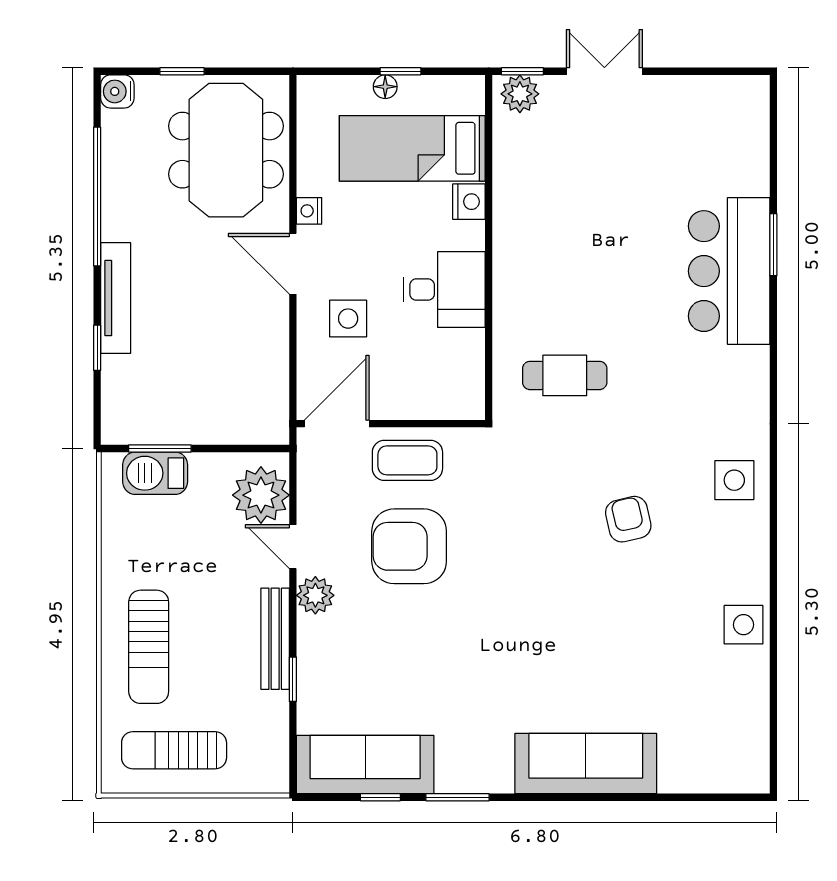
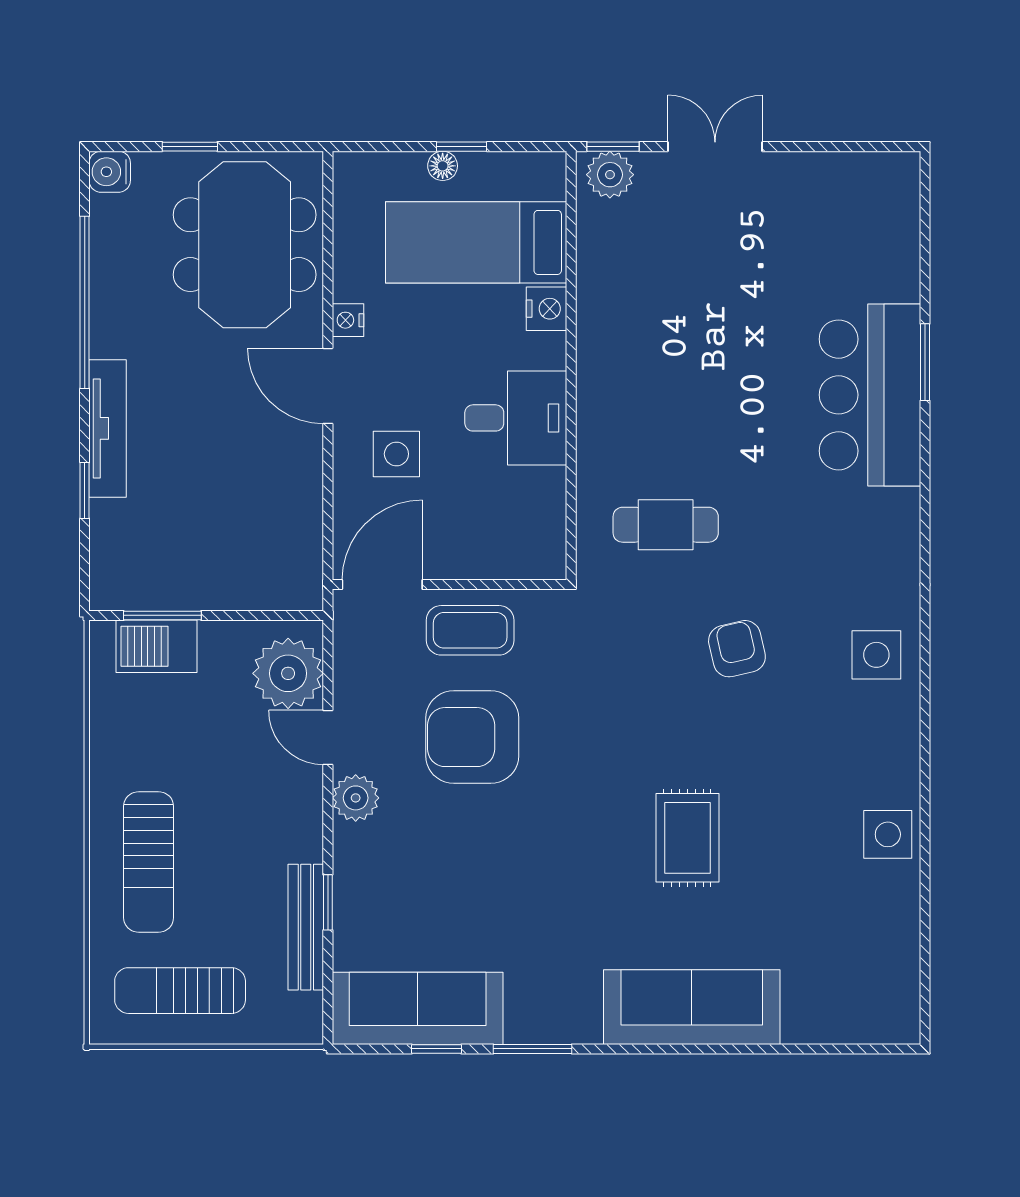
armchair: (628, 519) -> (737, 649), moved
rug: (582, 627) -> (687, 838), added
bench: (275, 639) -> (306, 927), moved

